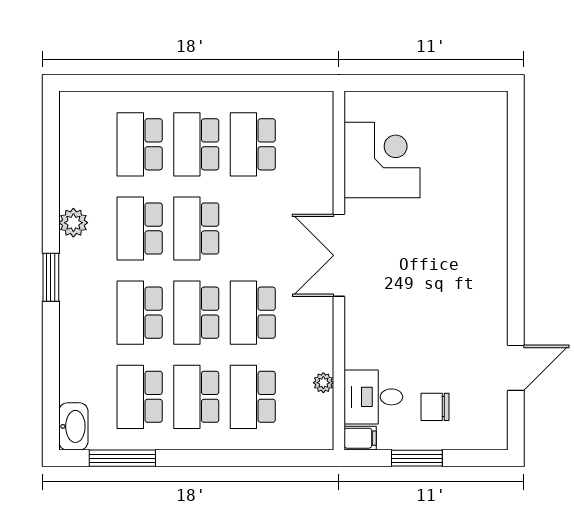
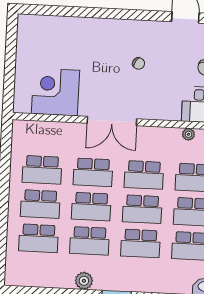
school desk: (253, 229) -> (93, 172), added
chair: (436, 295) -> (139, 63), added

